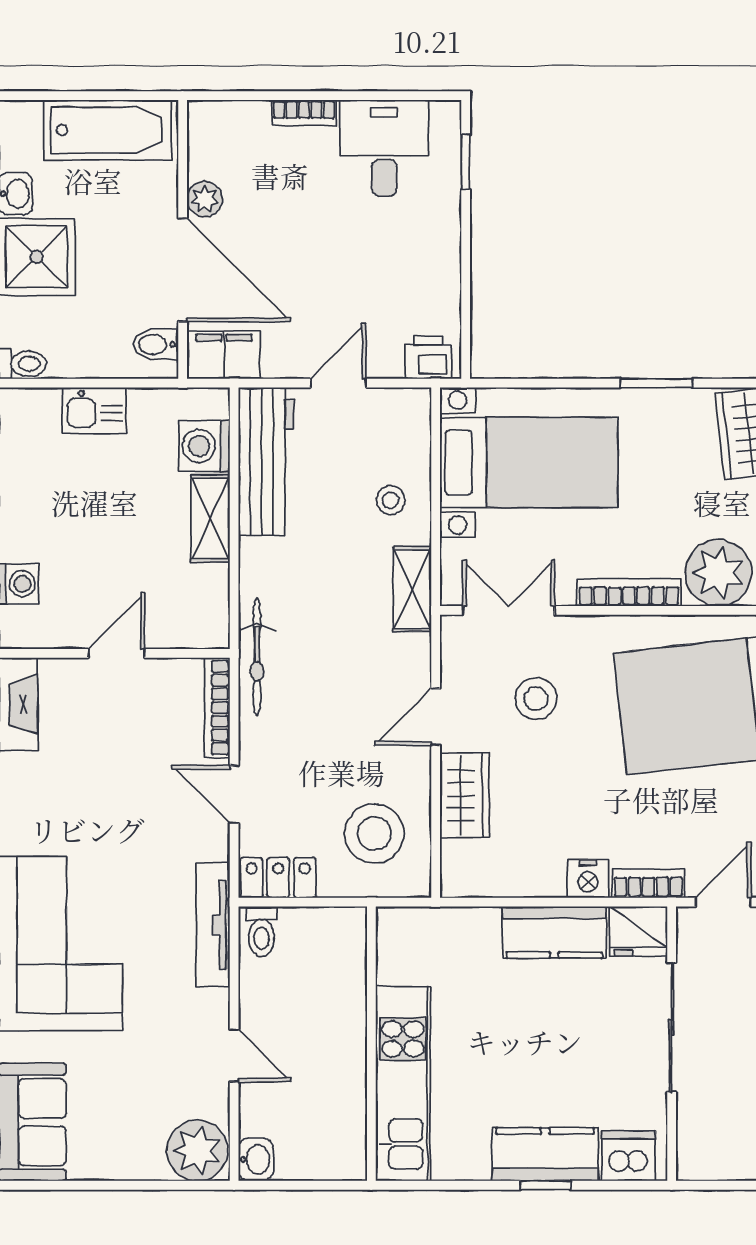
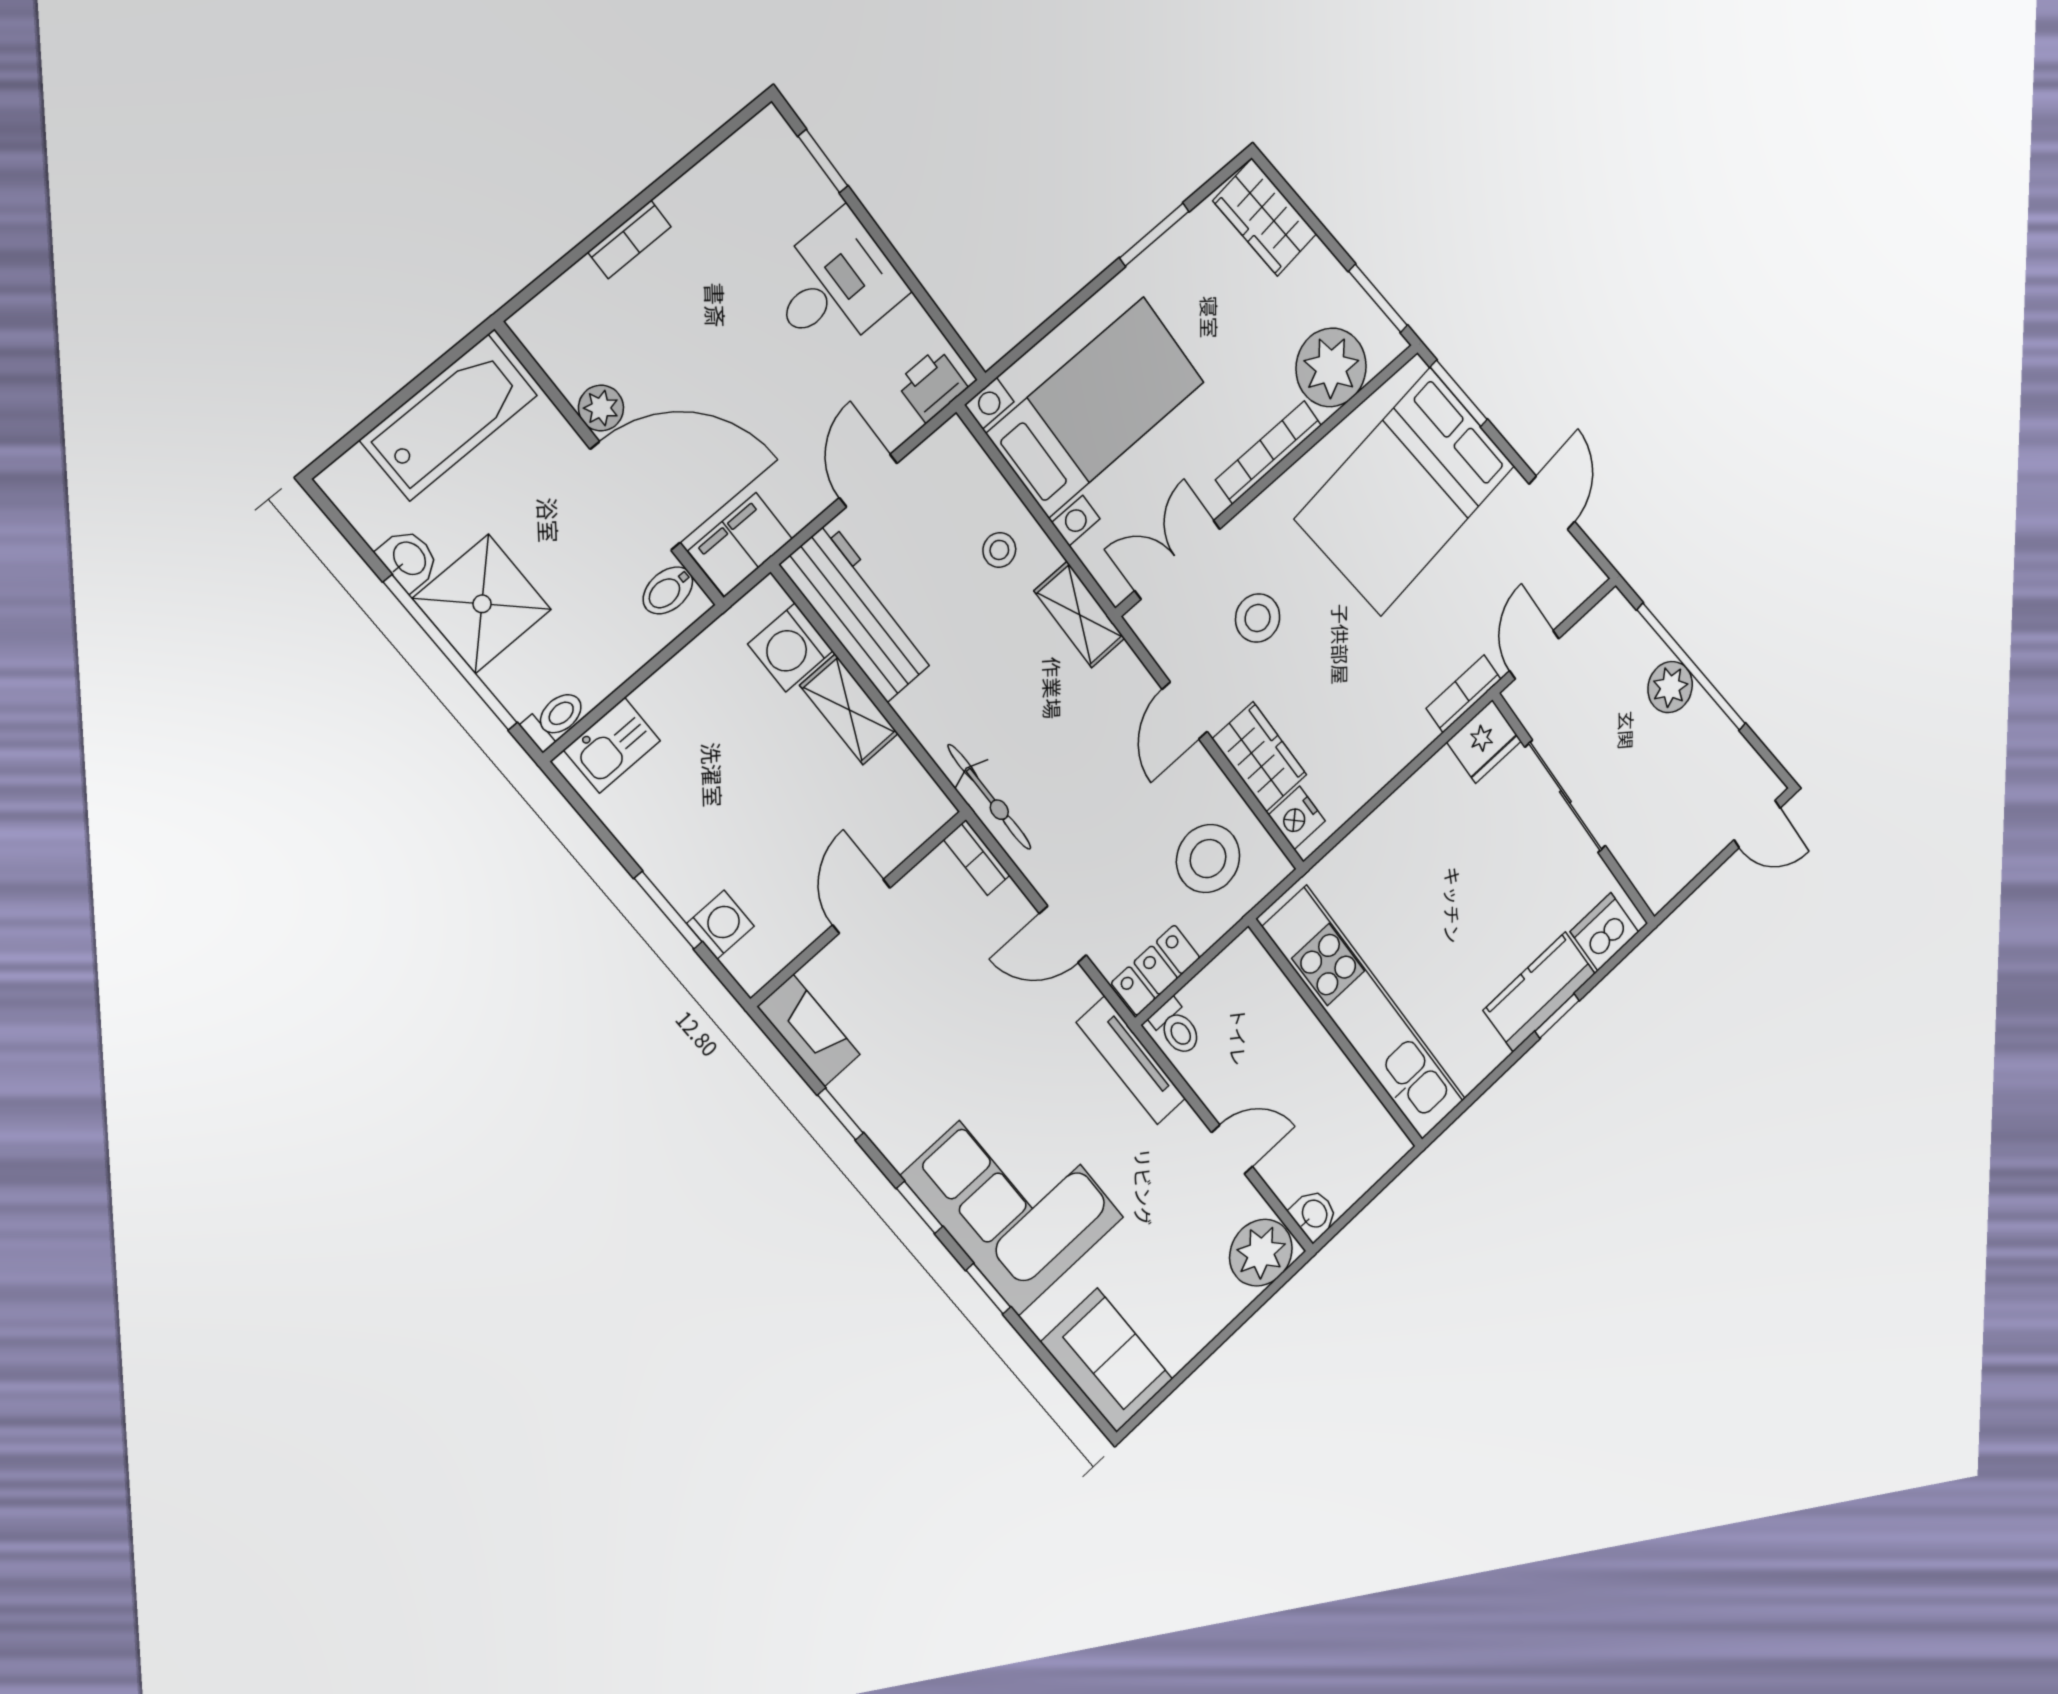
desk: (384, 148) -> (835, 285), moved, turned 90
kitchen sink: (94, 411) -> (612, 745), moved
bookcase: (217, 708) -> (977, 858), width x0.64
nightstand: (588, 879) -> (1297, 818), moved, turned 90
kitchen counter: (554, 932) -> (1417, 805), removed
kitchen unit: (403, 1084) -> (1365, 1014), width x1.36

